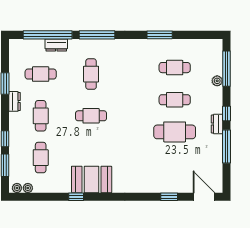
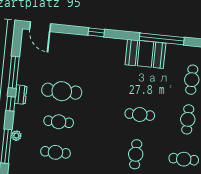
window: (76, 197) -> (162, 39), width x3.17
window: (169, 197) -> (96, 32), moved

